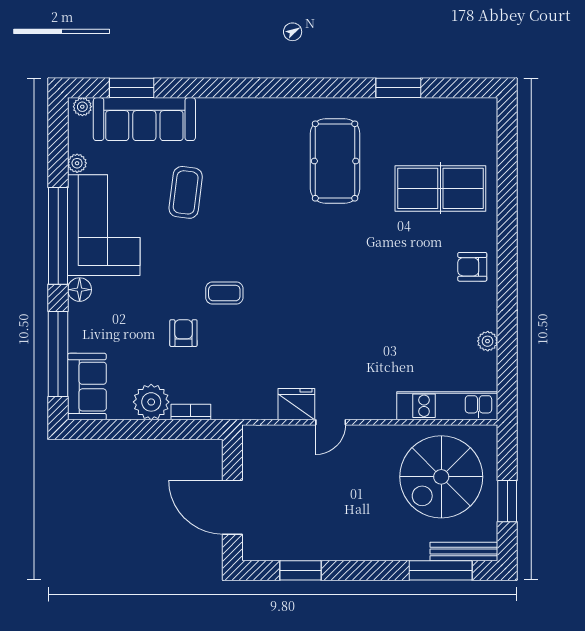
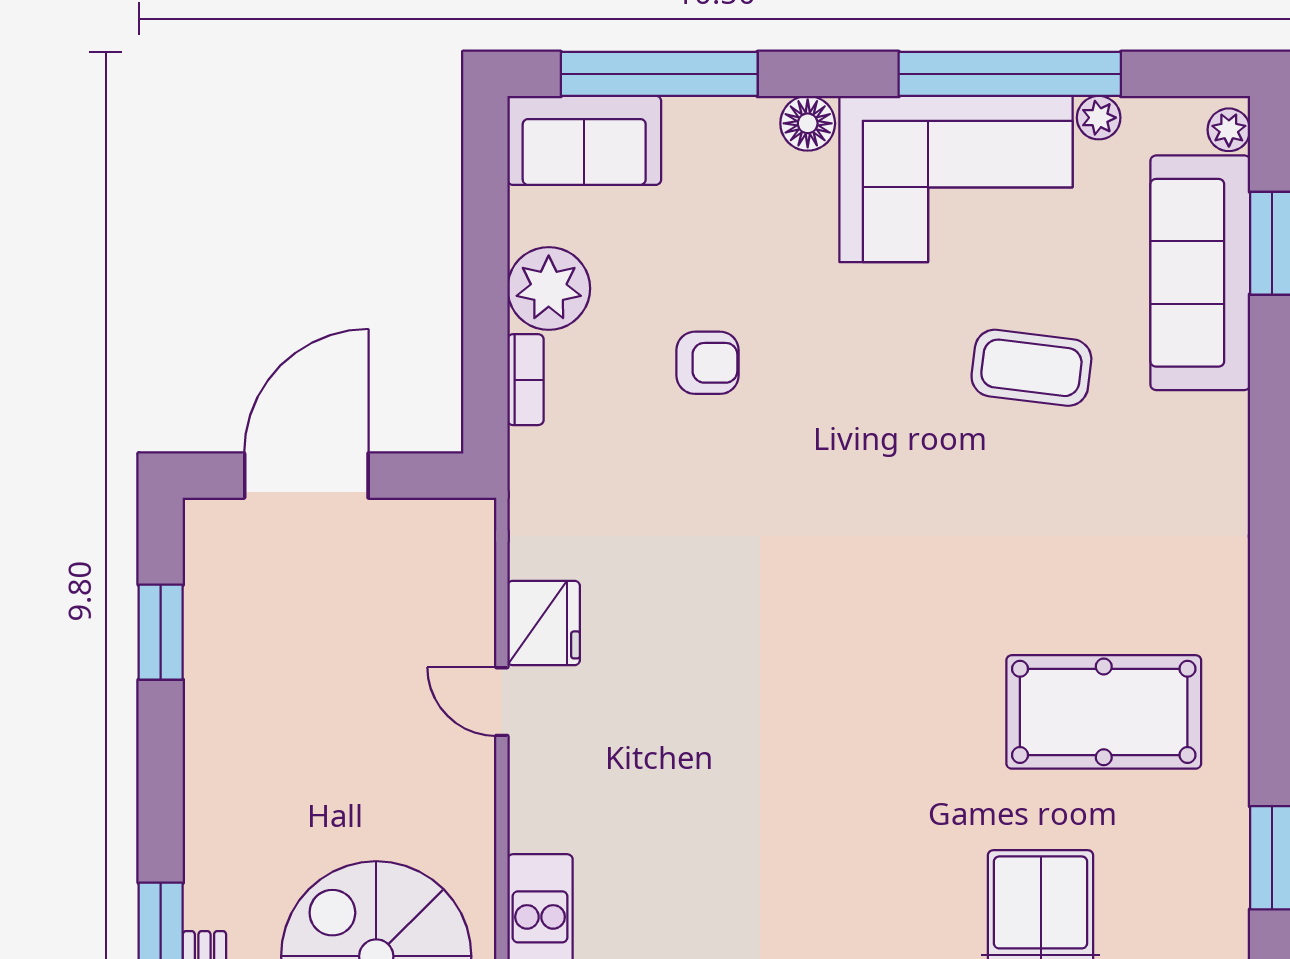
window: (58, 236) -> (1010, 74), moved
coffee table: (224, 293) -> (800, 457), removed

